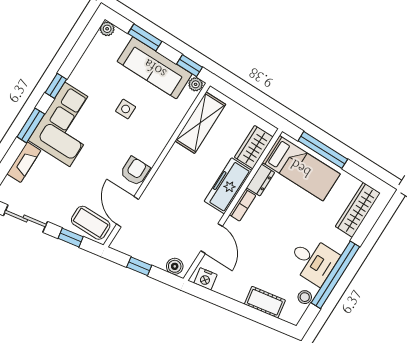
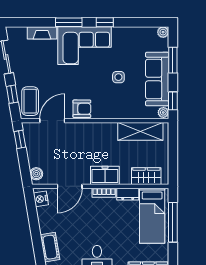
freezer: (228, 186) -> (105, 175), width x0.71
window: (139, 266) -> (20, 139), moved

